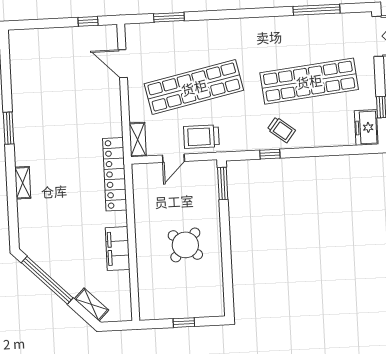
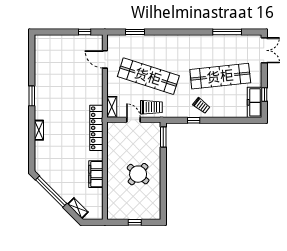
shop shelf: (194, 87) -> (148, 76), turned 30
freezer: (367, 128) -> (254, 102), width x1.40
trolley: (201, 137) -> (151, 107), turned 180
door: (173, 158) -> (133, 120), swing flipped

